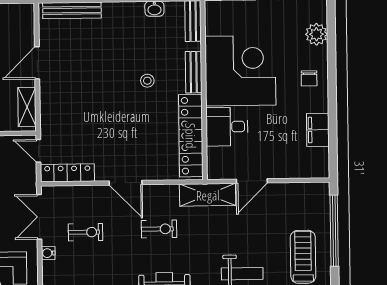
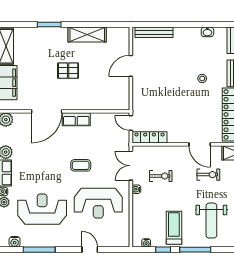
shelving: (27, 107) -> (124, 94), removed
door: (126, 183) -> (200, 144), moved

